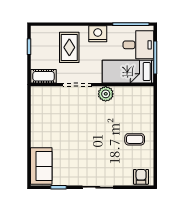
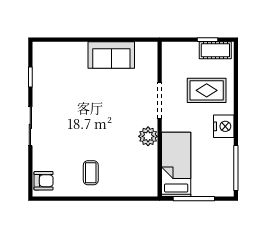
desk: (138, 45) -> (210, 178), removed
cot: (44, 76) -> (215, 50), moved, turned 90
sofa: (41, 166) -> (111, 55), moved

